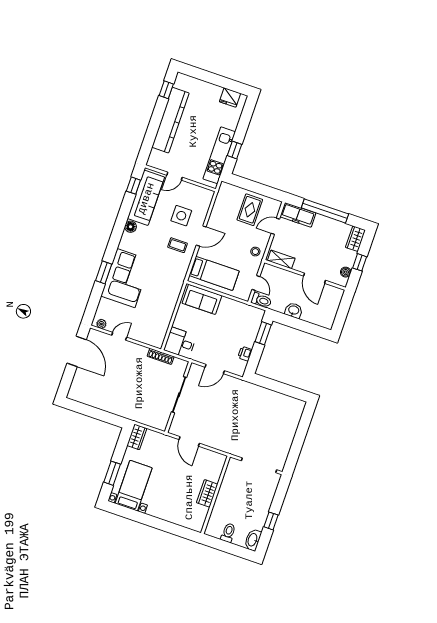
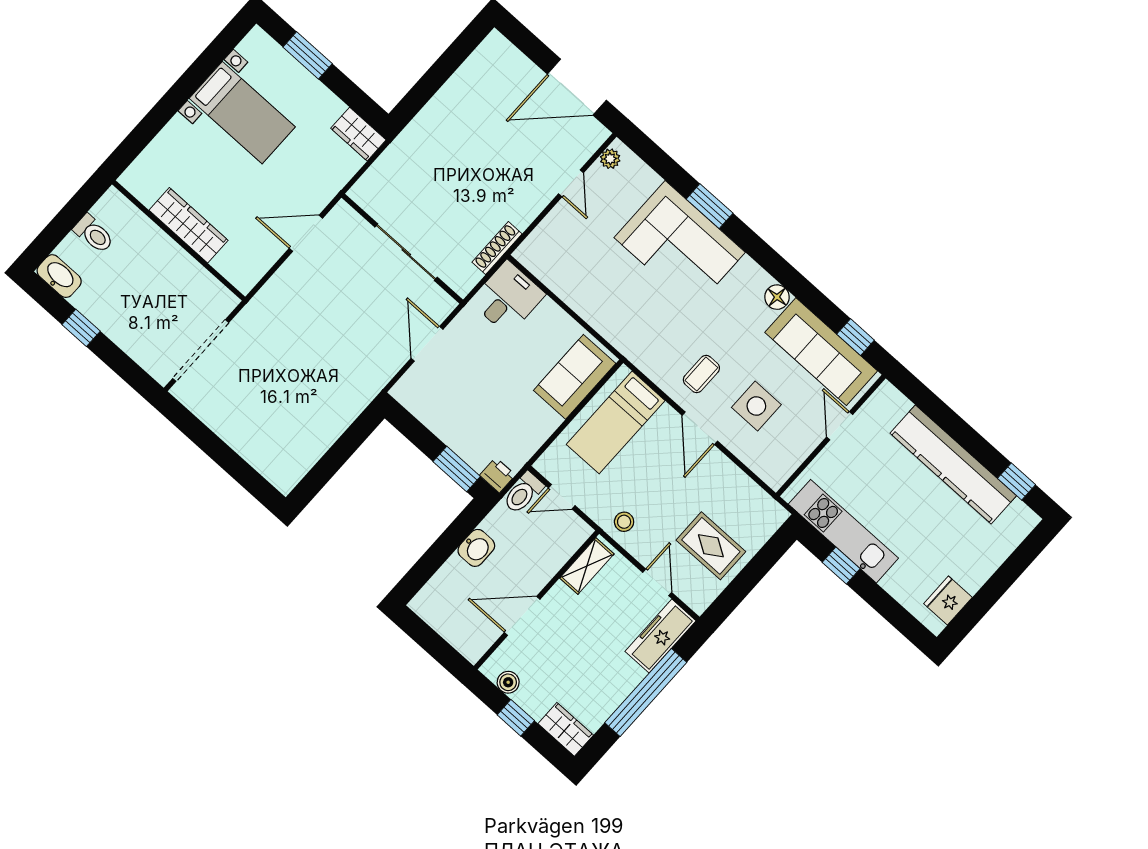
printer: (245, 354) -> (497, 475), moved
bed with nightstands: (134, 486) -> (242, 113), moved
wardrobe: (207, 493) -> (189, 225), width x1.50

